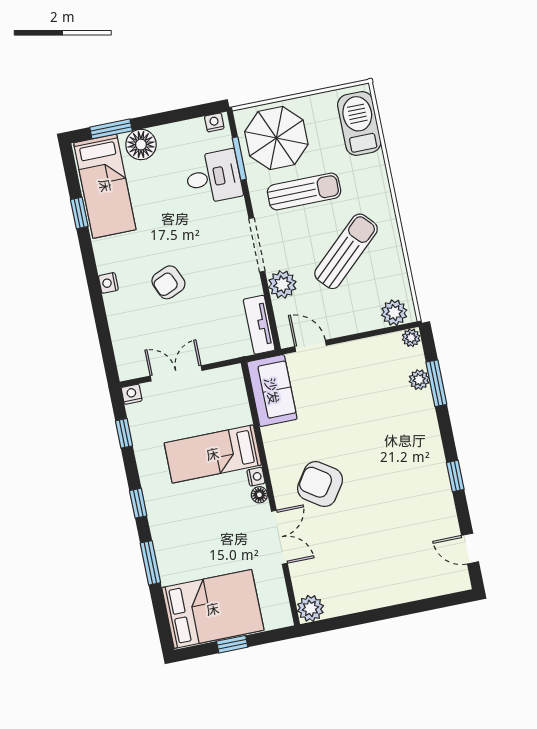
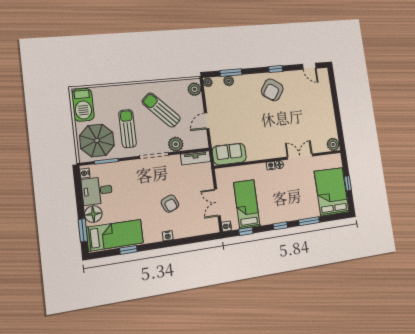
barbecue: (359, 123) -> (83, 105), moved, turned -90
desk: (213, 177) -> (97, 191), moved, turned -90
door: (311, 346) -> (207, 121), moved
bed: (213, 454) -> (247, 204), moved, turned 180
armchair: (320, 484) -> (272, 90), moved
door: (470, 549) -> (309, 66), hinge flipped

